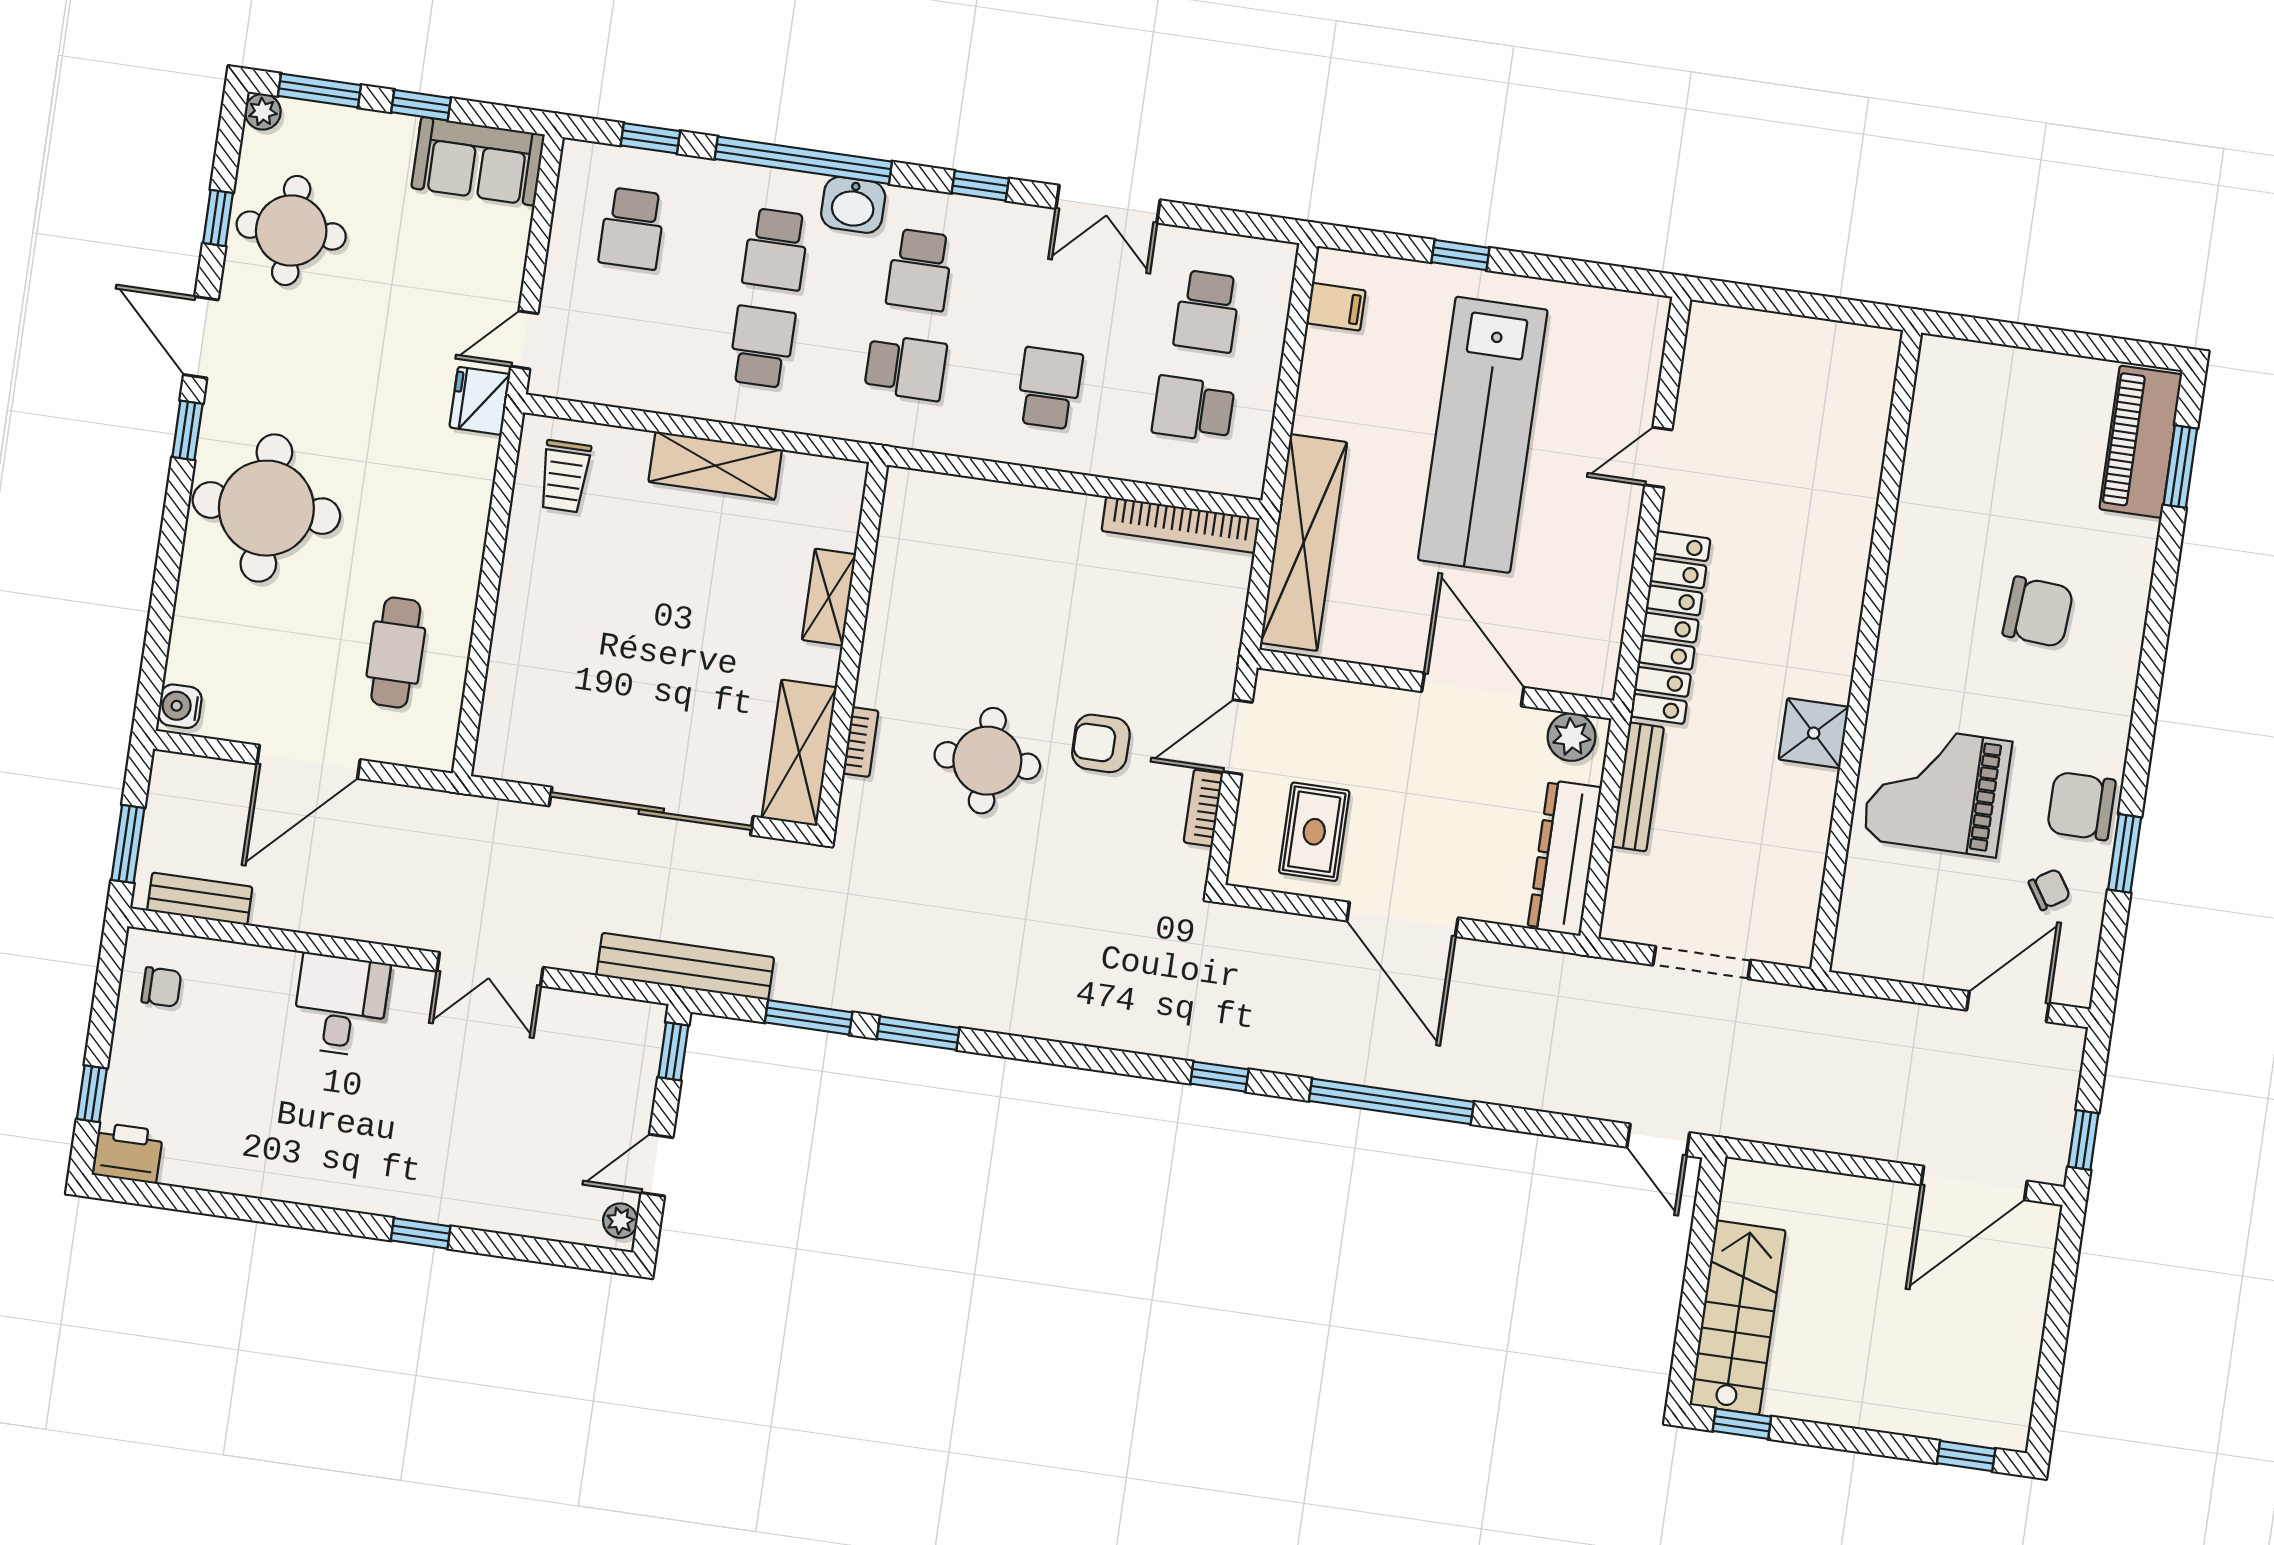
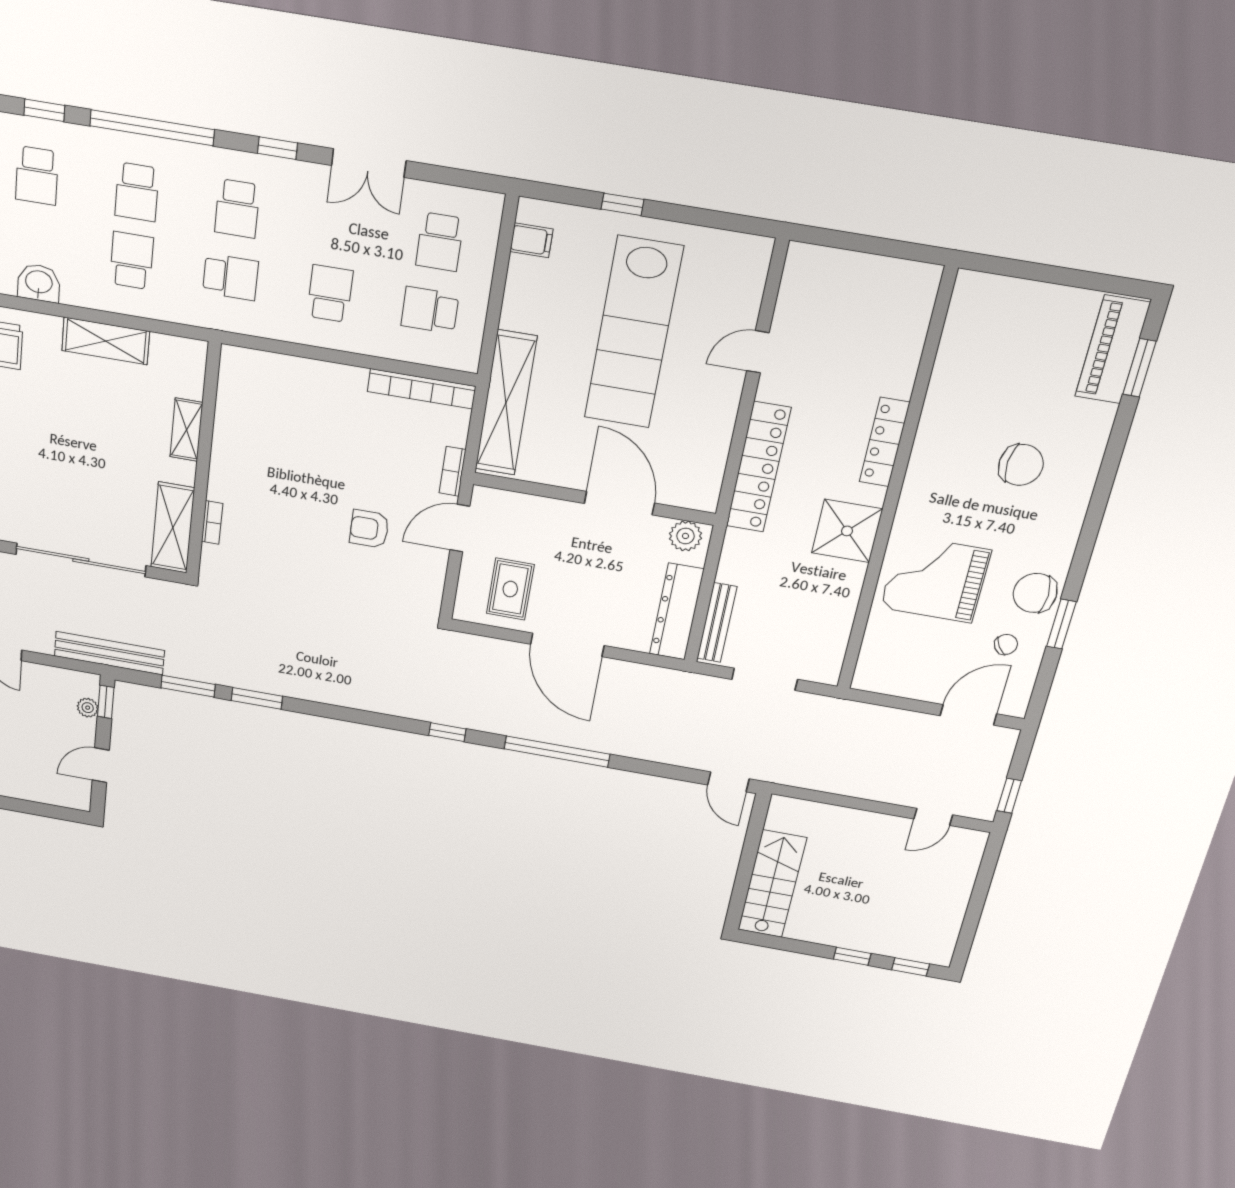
washbasin: (853, 205) -> (39, 283), moved, turned 180
locker: (1845, 584) -> (885, 442), added
shower: (1814, 733) -> (847, 531), width x1.36, depth x1.36
round table: (987, 761) -> (295, 537), removed
bench: (1638, 787) -> (717, 623), moved
bookcase: (1203, 808) -> (453, 471), moved
door: (1974, 1183) -> (933, 817), width x0.53
plant: (620, 1221) -> (88, 708), moved
window: (1742, 1424) -> (852, 956), moved

